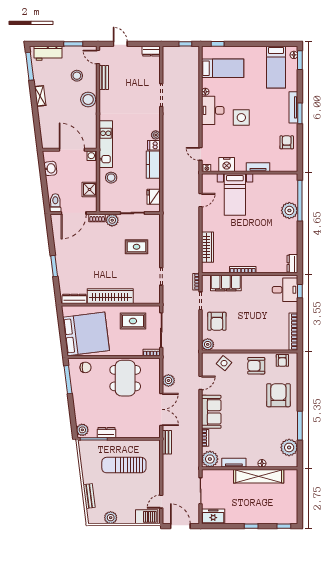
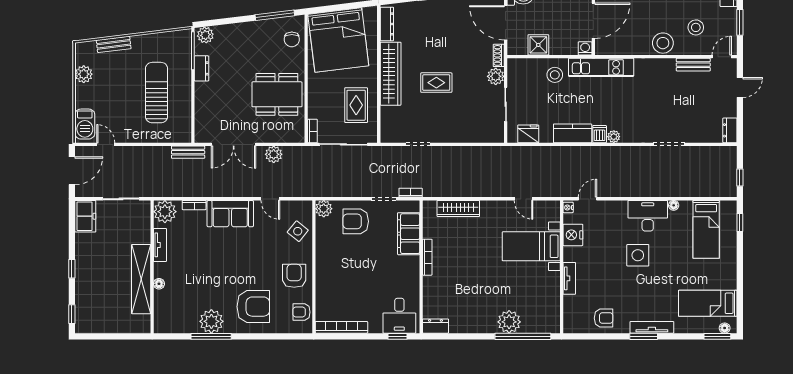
rug: (137, 247) -> (436, 83), moved, turned 90
plant: (289, 447) -> (211, 321), moved

